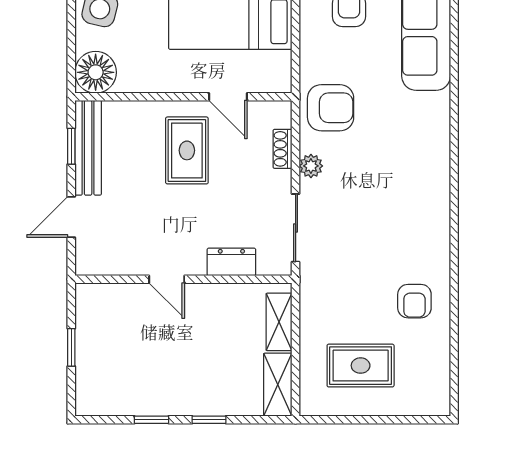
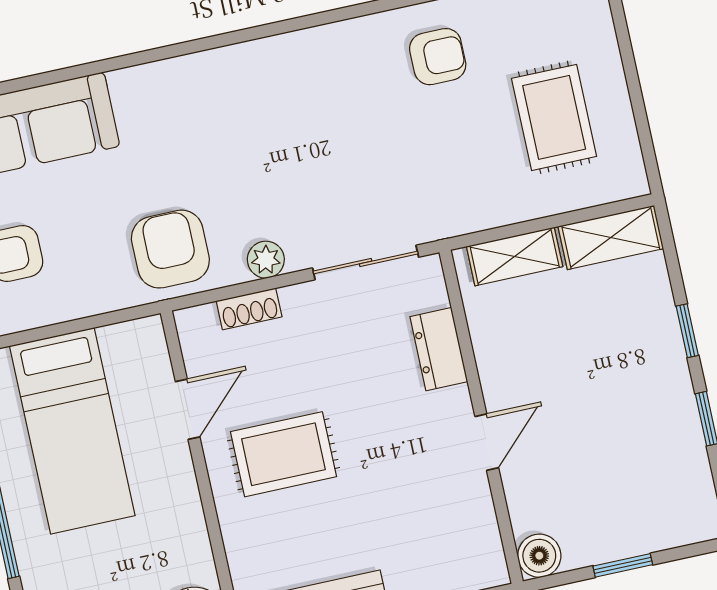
boiler: (89, 297) -> (539, 556), added

